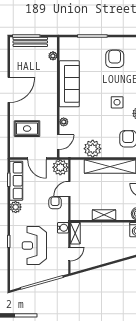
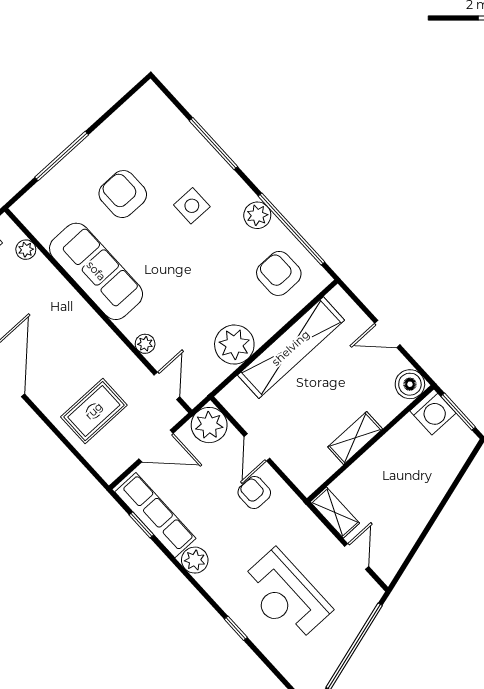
armchair: (115, 59) -> (123, 194), moved
side table: (117, 102) -> (192, 206), moved
water cooler: (63, 228) -> (306, 522), removed

